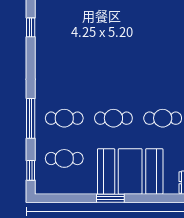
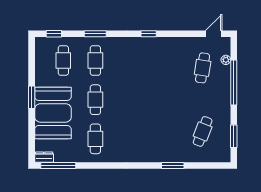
window: (31, 27) -> (149, 34), moved
window: (31, 118) -> (95, 34), width x0.69

